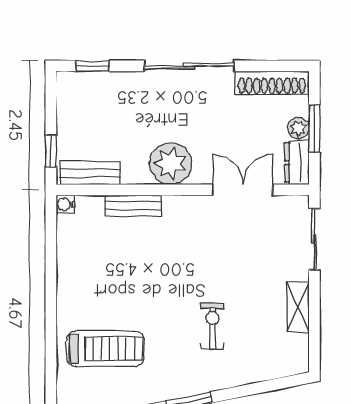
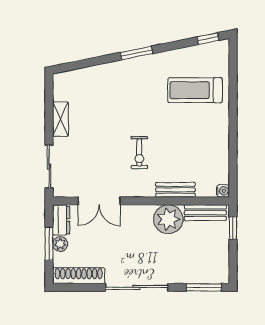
window: (93, 66) -> (204, 287), width x1.50
plant: (171, 164) -> (168, 219), moved
exercise bike: (213, 326) -> (139, 152), moved

